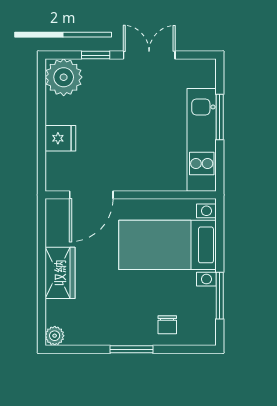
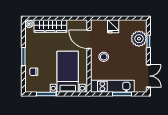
double door: (149, 55) -> (148, 76), moved
plant: (64, 77) -> (139, 39), moved
stool: (132, 160) -> (104, 57), added
wardrobe: (60, 273) -> (50, 26), width x1.50

